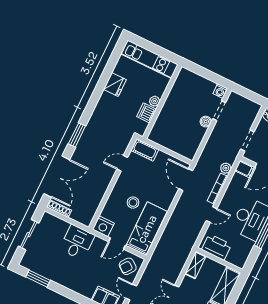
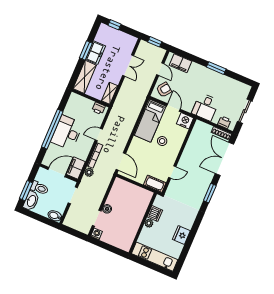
filing cabinet: (245, 169) -> (76, 168), width x2.00
printer: (55, 222) -> (224, 122), added
door: (117, 243) -> (173, 108), hinge flipped
printer: (217, 247) -> (99, 108), width x0.53, depth x0.68
window: (38, 279) -> (216, 68), moved

